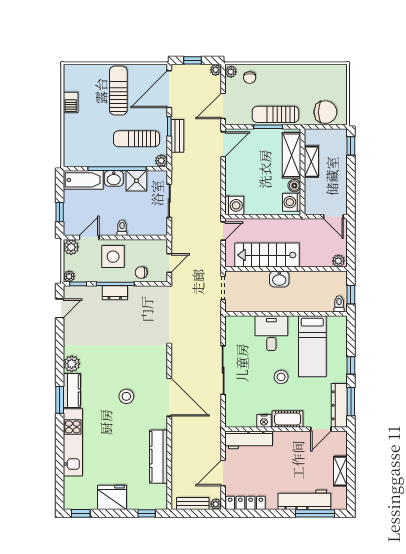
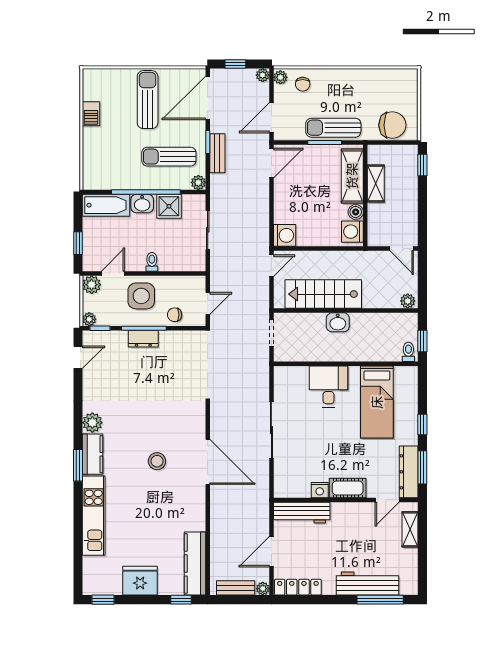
stool: (281, 377) -> (340, 438), removed
kitchen counter: (159, 457) -> (195, 564), moved
shelving: (340, 471) -> (410, 529), moved

